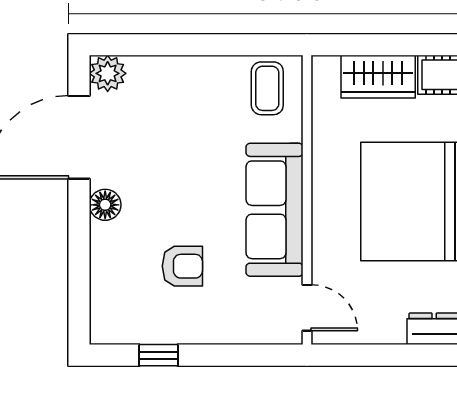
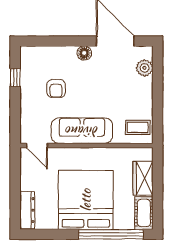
plant: (108, 73) -> (144, 68), moved
door: (307, 308) -> (37, 146), hinge flipped

